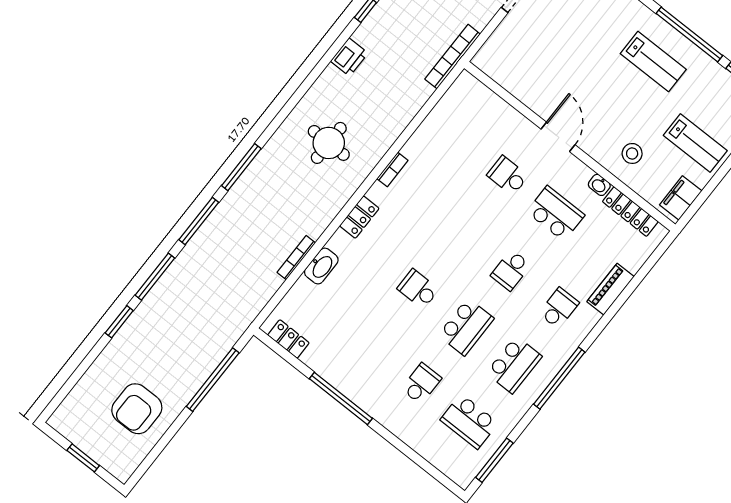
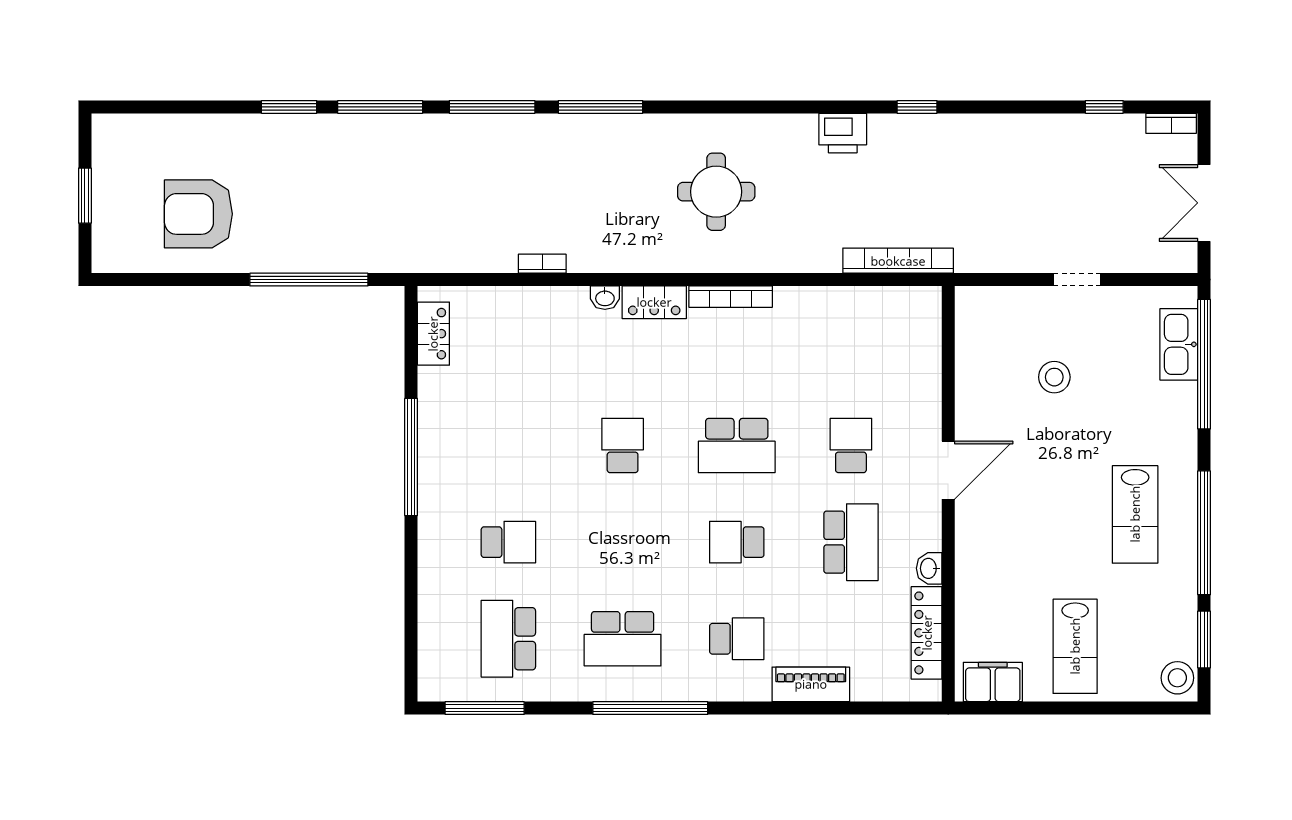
bookcase: (453, 57) -> (898, 261), moved
stool: (632, 153) -> (1054, 377), moved
bookcase: (392, 169) -> (731, 297), width x1.56
bookcase: (296, 258) -> (542, 264), width x0.64
washbasin: (321, 266) -> (605, 298), moved, width x0.52, depth x0.69
school desk: (466, 327) -> (737, 446), moved

